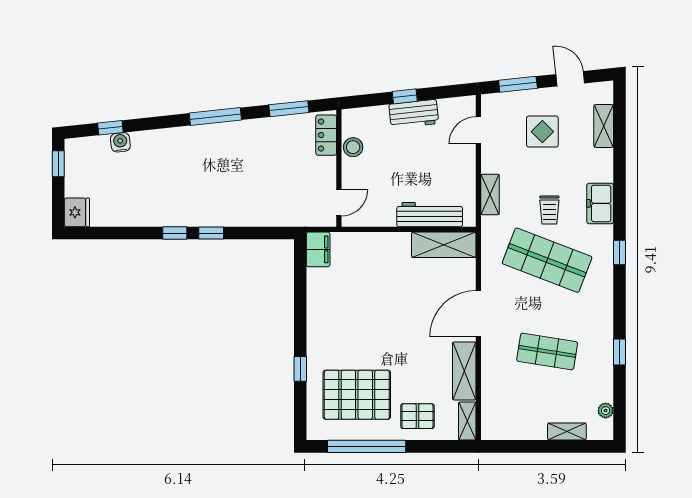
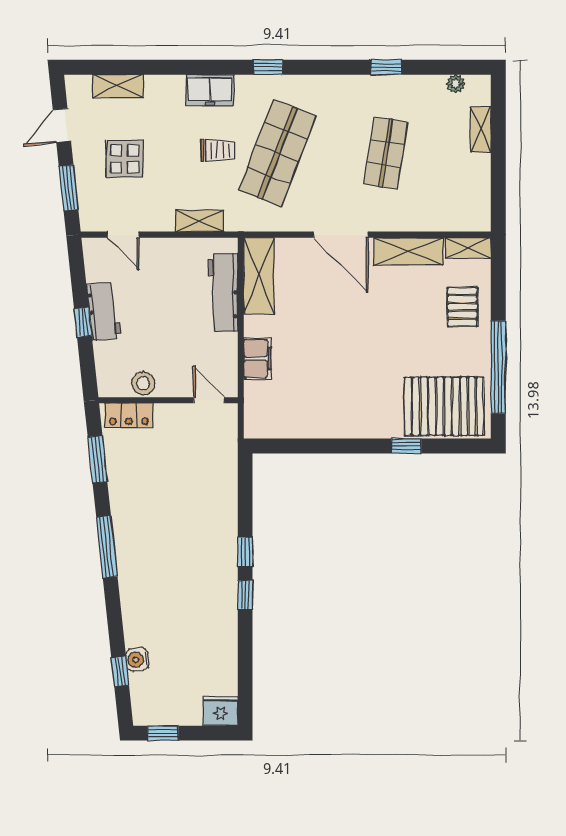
filing cabinet: (318, 249) -> (258, 358), moved, turned 90
pallet: (357, 395) -> (444, 406), moved, turned 90

